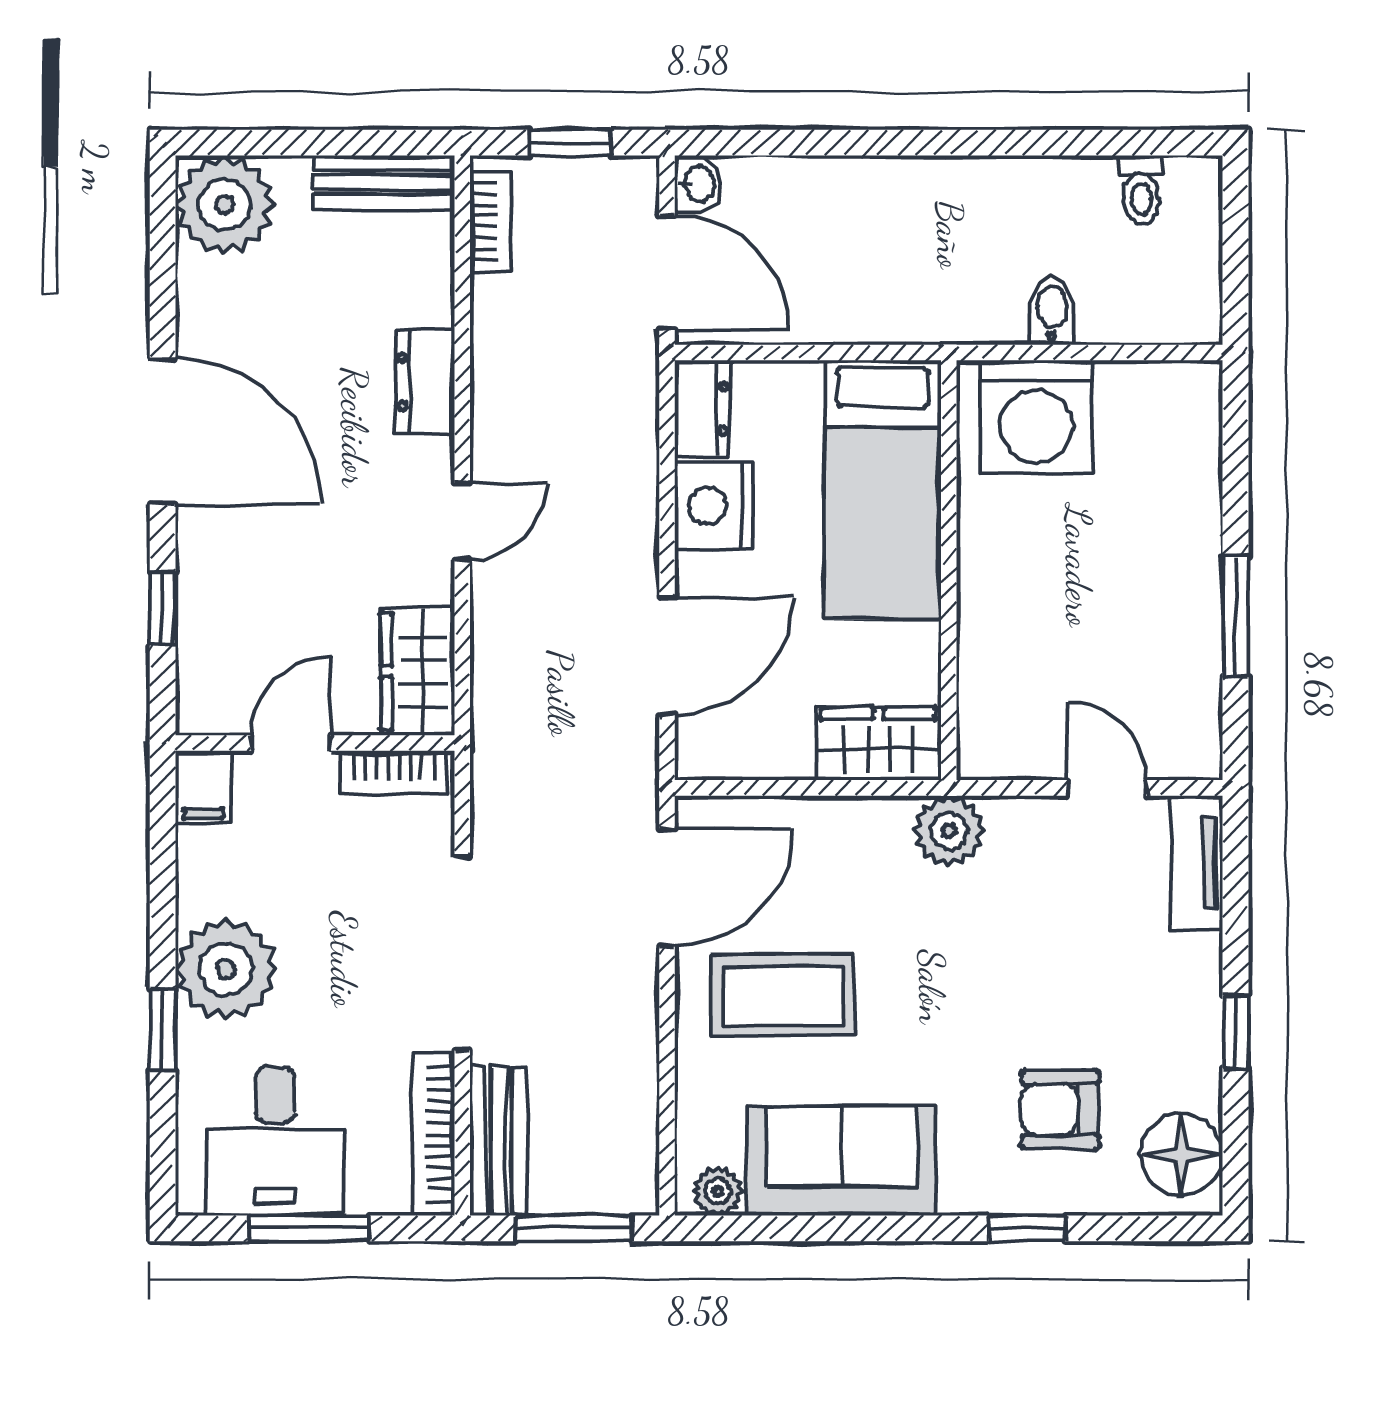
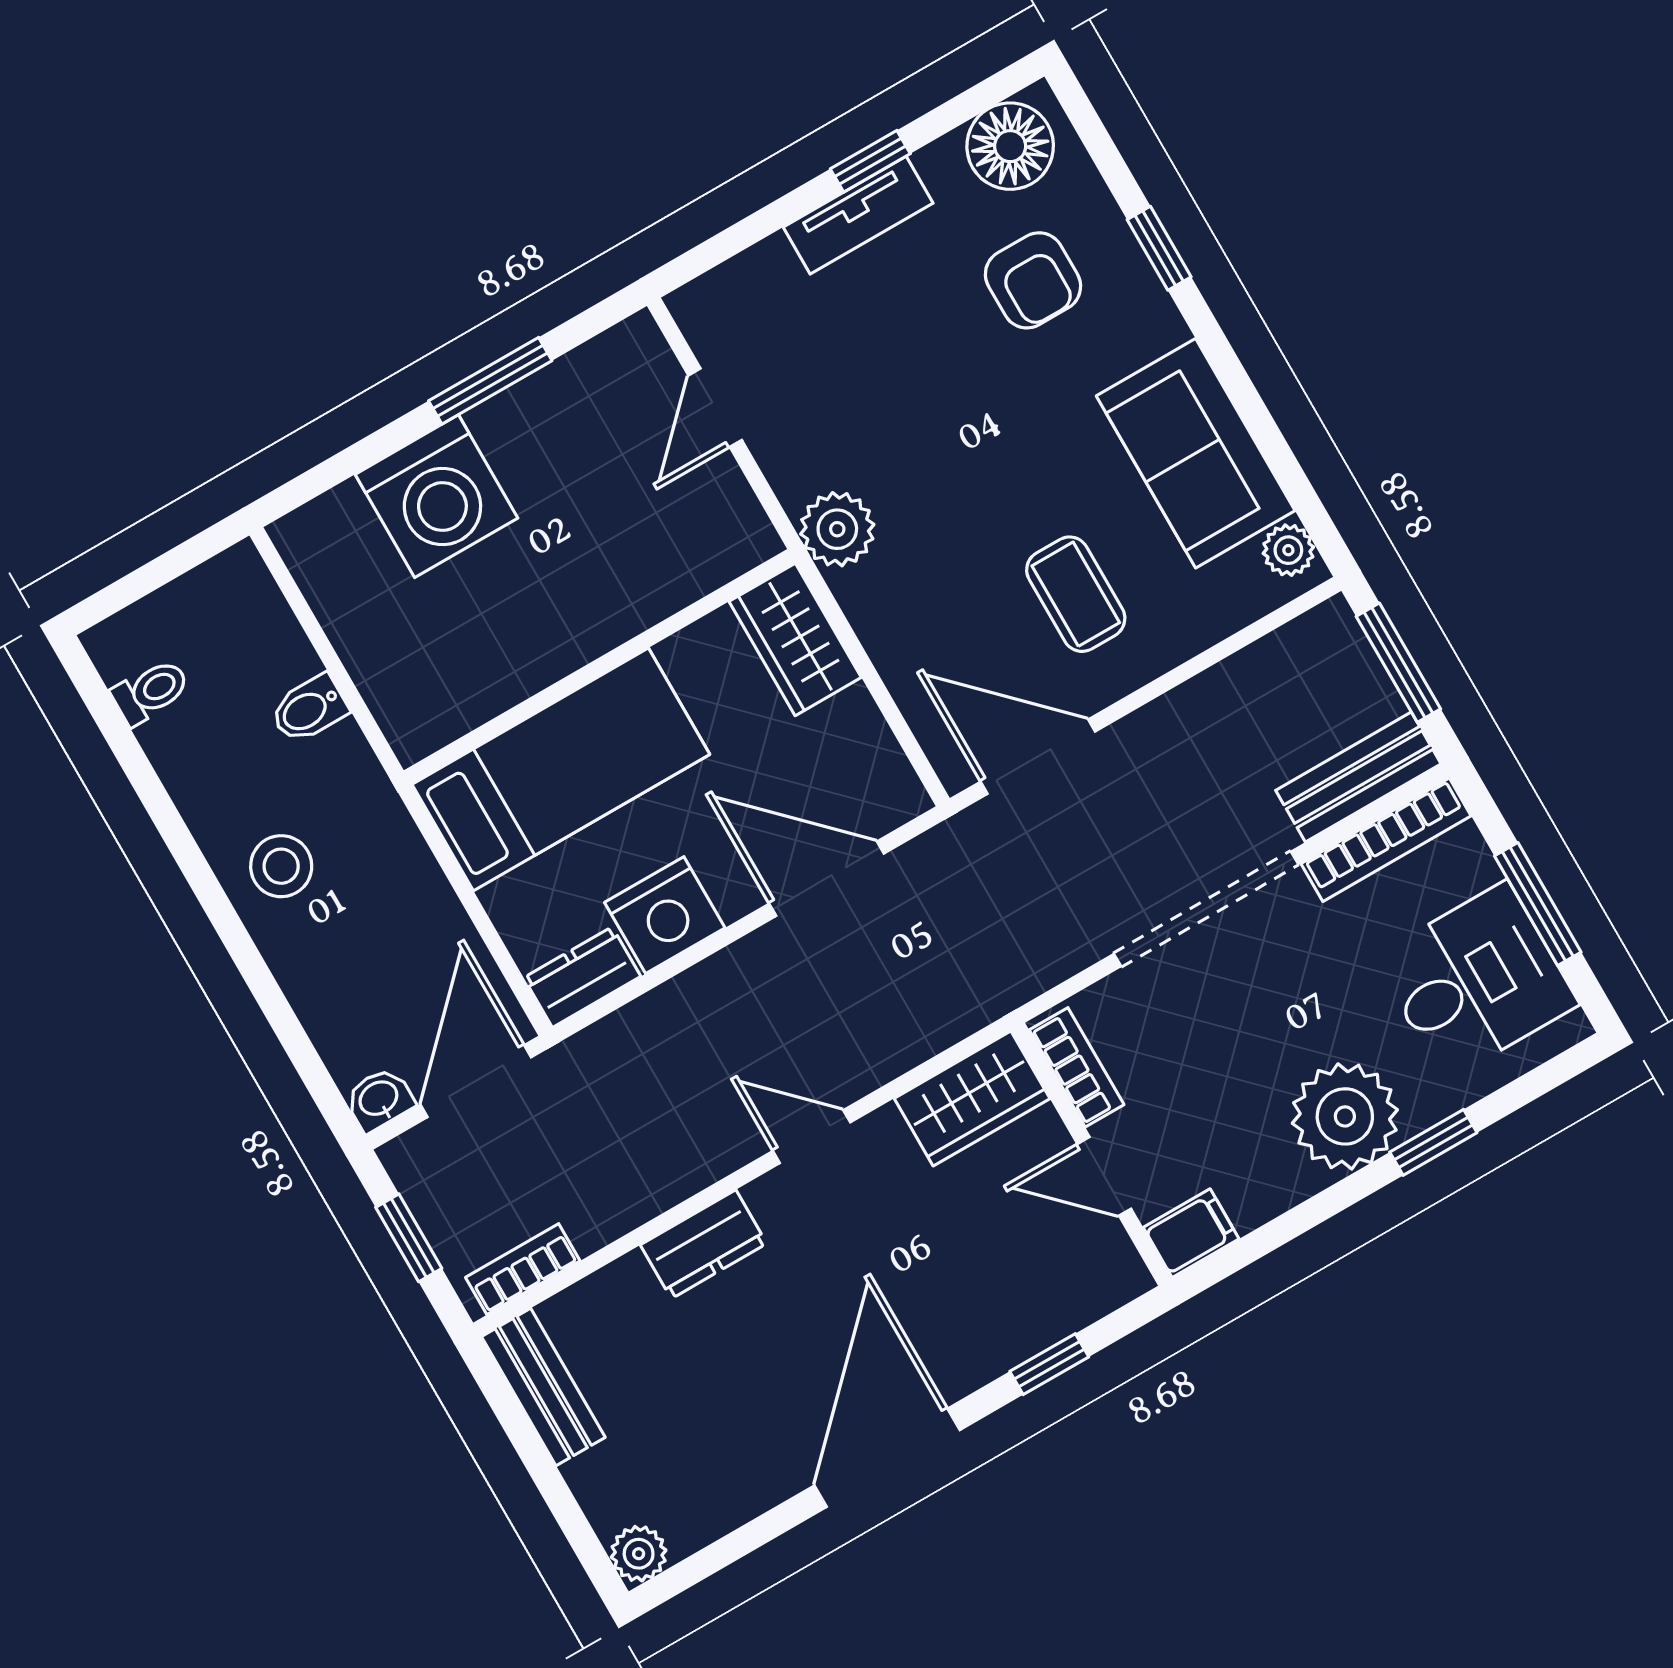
plant: (225, 205) -> (639, 1554), width x0.53, depth x0.53
stool: (936, 214) -> (281, 866), added
washing machine: (1036, 417) -> (436, 496), moved, turned 90
tv unit: (1197, 863) -> (858, 215), moved
coffee table: (782, 996) -> (1076, 594), width x0.73, depth x0.77

